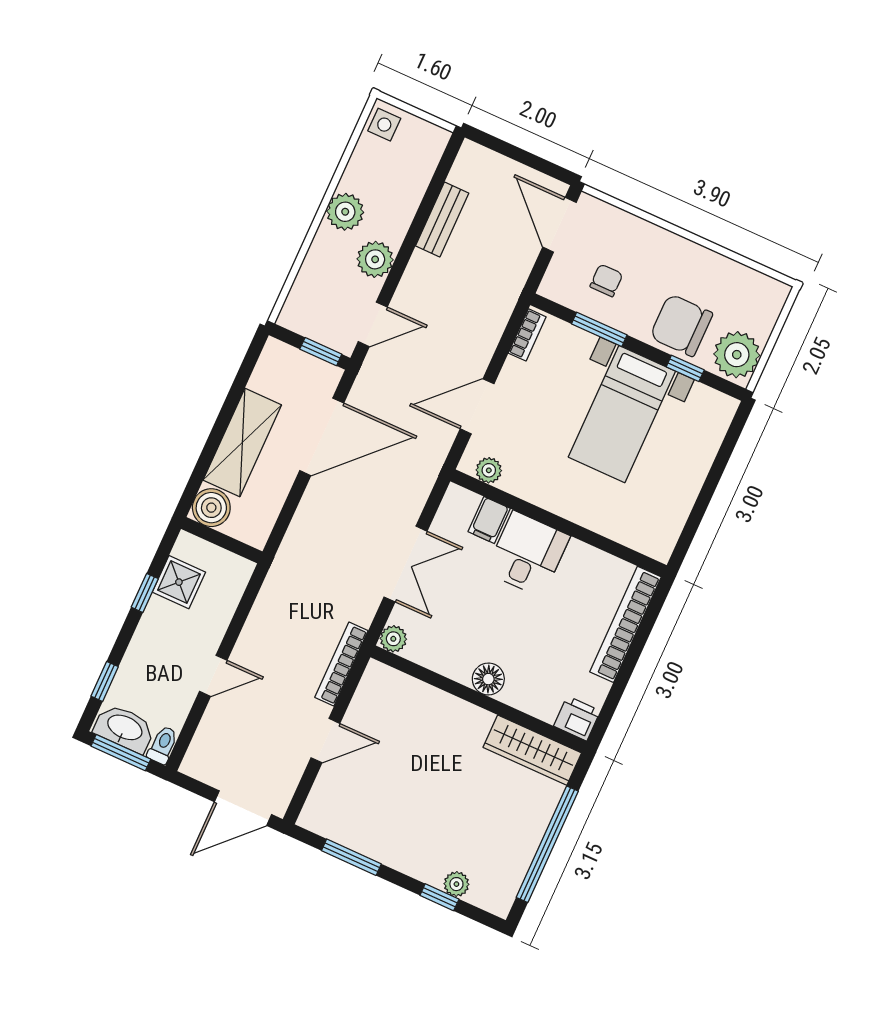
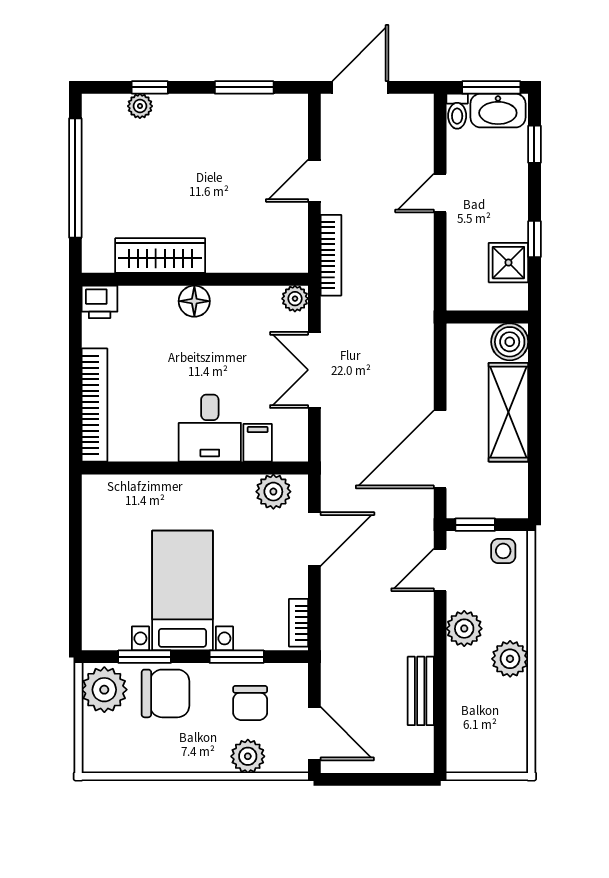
side table: (384, 125) -> (503, 551), moved
plant: (631, 232) -> (248, 756), added
chair: (606, 280) -> (250, 703), width x1.37, depth x1.37
window: (685, 368) -> (145, 657), width x1.50
plant: (489, 470) -> (273, 492), width x1.38, depth x1.38
wardrobe: (532, 750) -> (160, 256), moved

